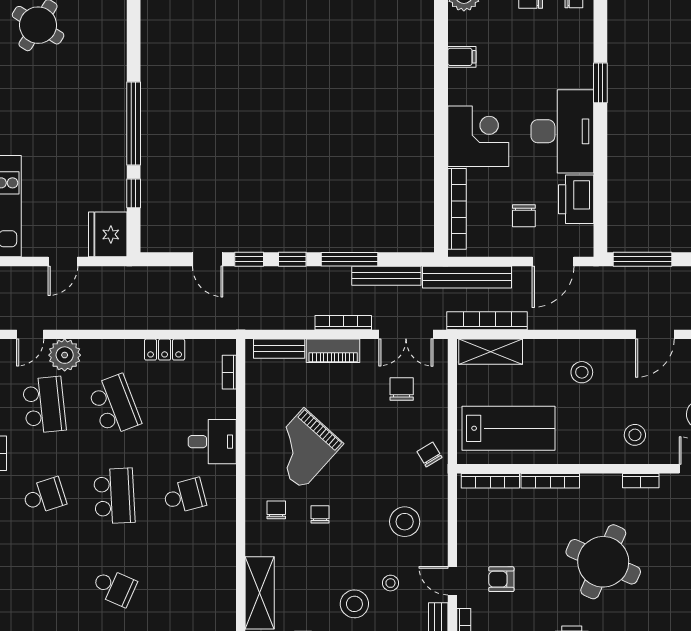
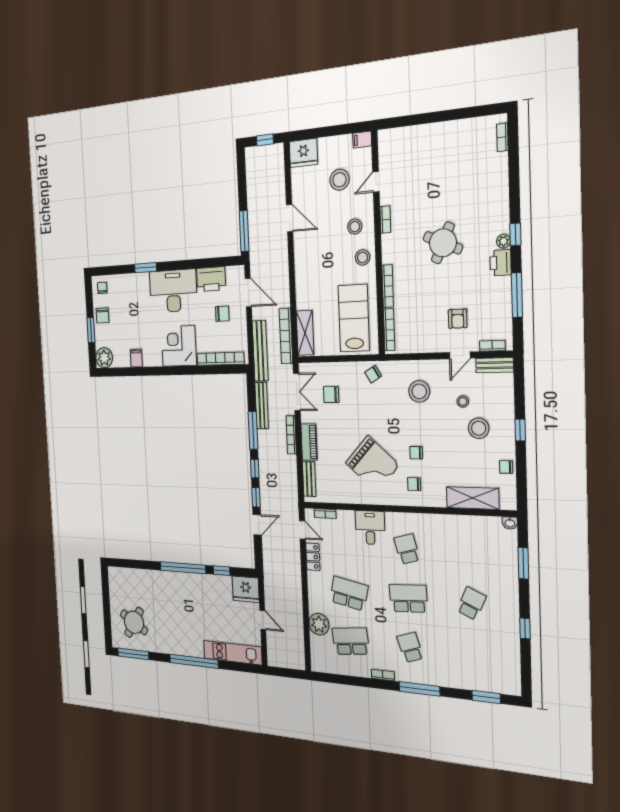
door: (30, 334) -> (302, 530), moved
stool: (582, 372) -> (363, 258), moved
school desk: (114, 405) -> (349, 593), turned 33
round table: (603, 562) -> (443, 243), width x0.73, depth x0.73

